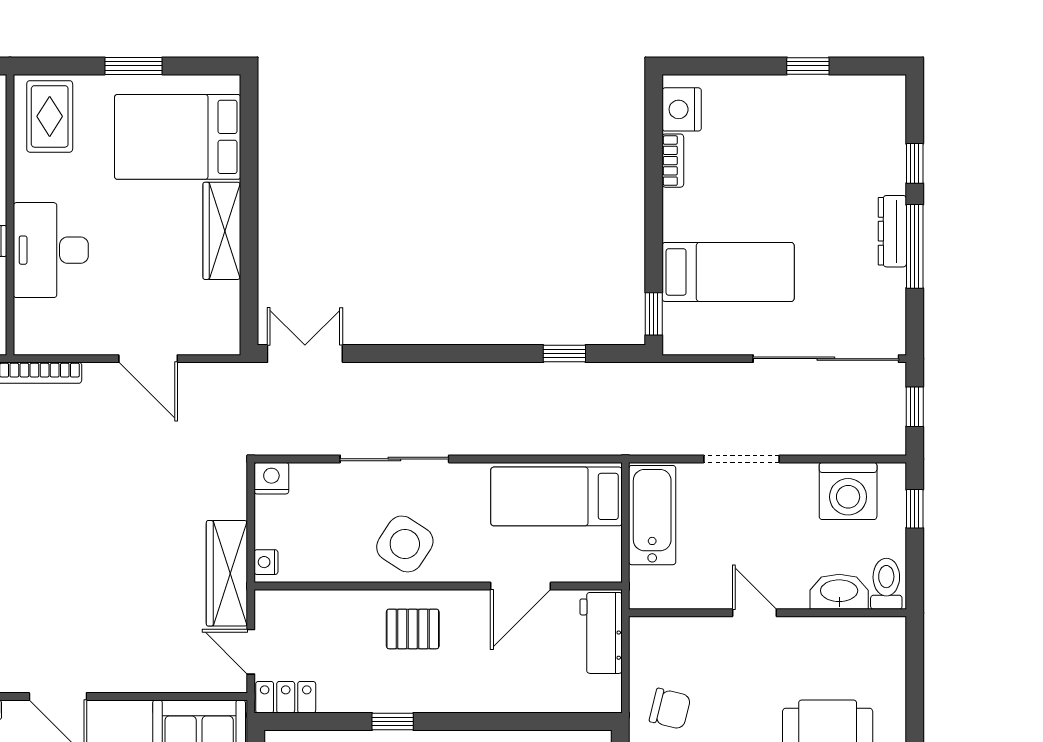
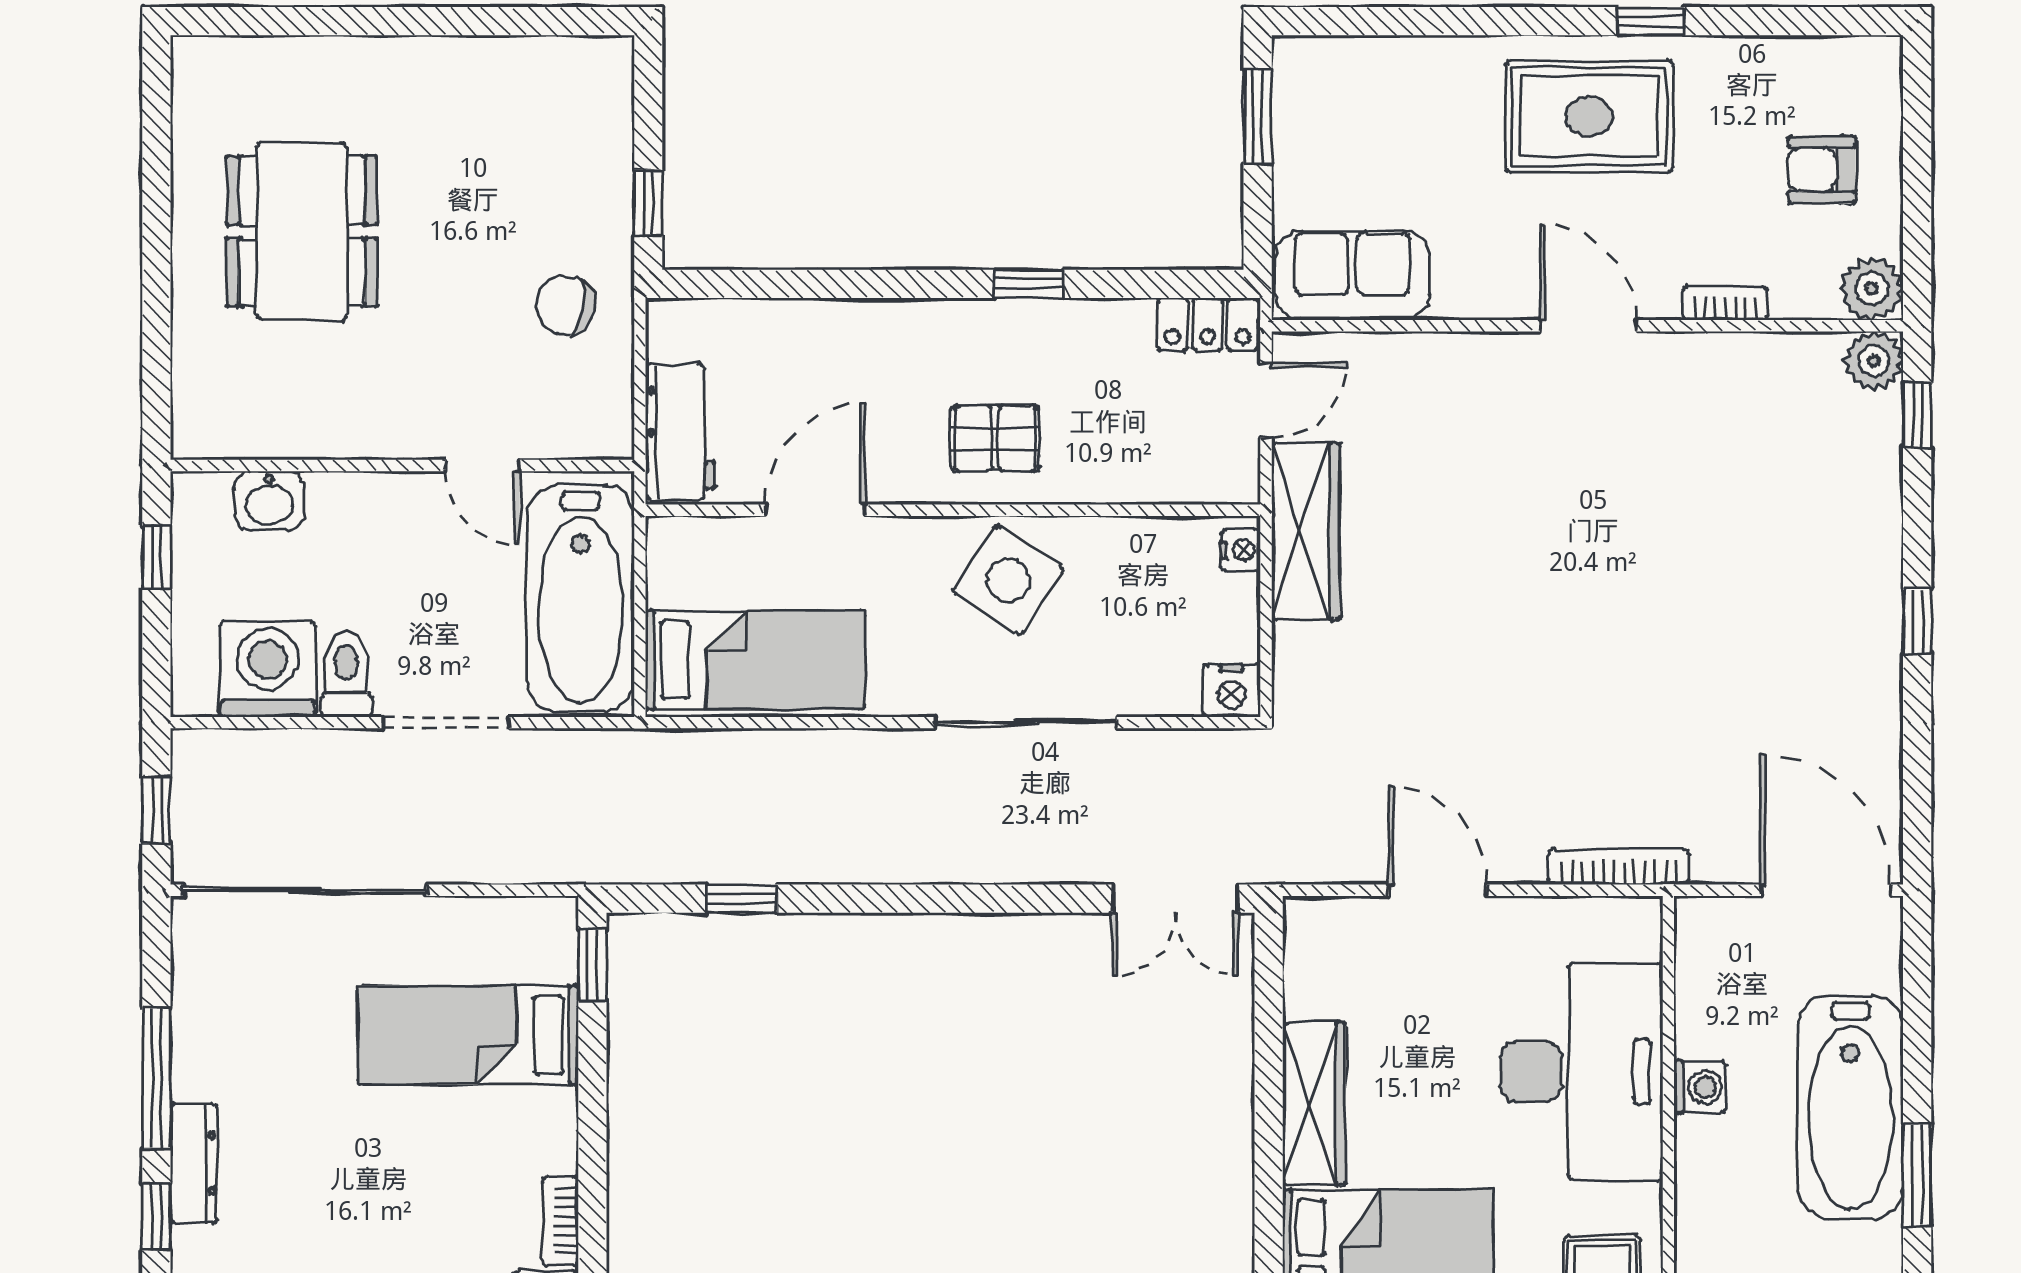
dresser: (892, 231) -> (194, 1163), moved
desk: (51, 250) -> (1581, 1072), width x1.36, depth x1.30
window: (915, 509) -> (156, 557), moved
bathtub: (652, 515) -> (581, 598), width x1.36, depth x1.36
toilet: (886, 584) -> (346, 674), moved, turned 180
washbasin: (839, 592) -> (269, 501), width x0.72
door: (754, 613) -> (483, 465), moved
door: (251, 652) -> (1266, 400), hinge flipped

